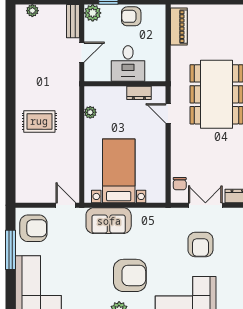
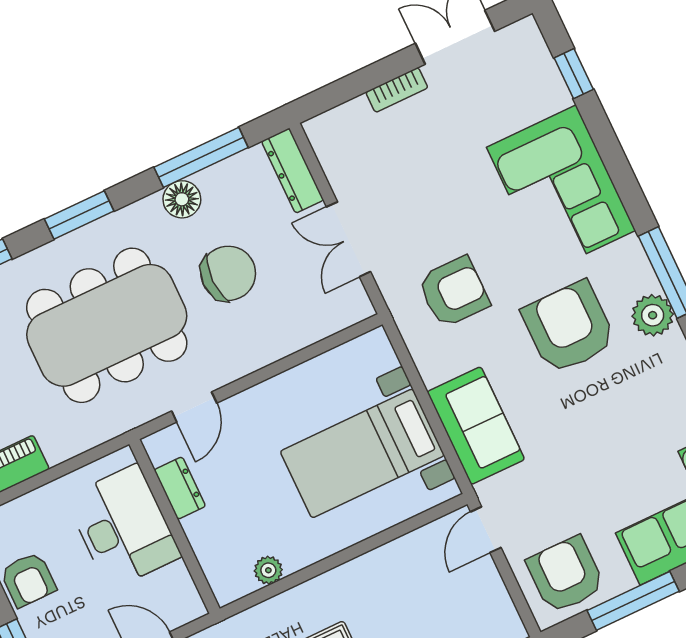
desk: (128, 63) -> (123, 527), width x1.37
chair: (180, 184) -> (228, 273), moved, width x1.87, depth x1.87
armchair: (200, 245) -> (454, 292), moved

